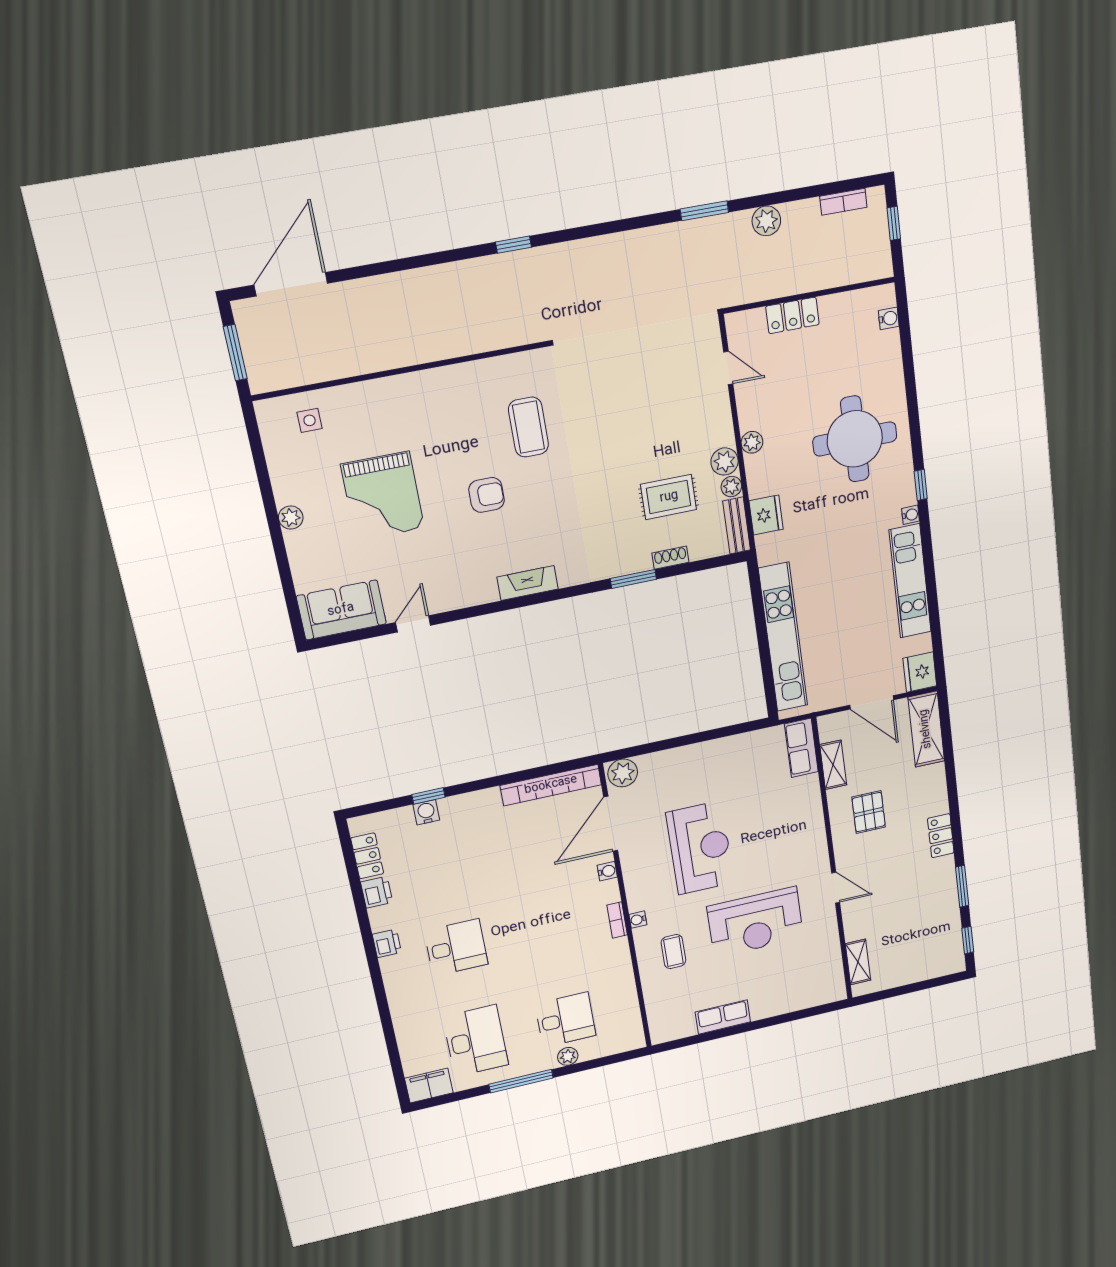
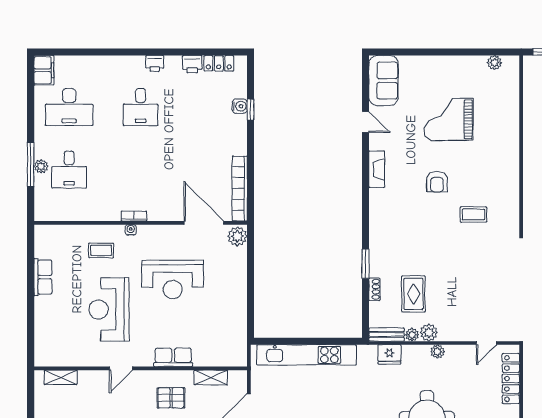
locker: (792, 315) -> (511, 379), width x1.53
side table: (310, 420) -> (502, 86), removed
coffee table: (528, 427) -> (473, 214), width x0.73, depth x0.77
plant: (291, 518) -> (495, 63), moved
fireplace: (528, 583) -> (377, 169), moved
row of seats: (801, 748) -> (173, 357), moved
water cooler: (607, 871) -> (171, 215), removed
window: (521, 1081) -> (31, 165), moved

